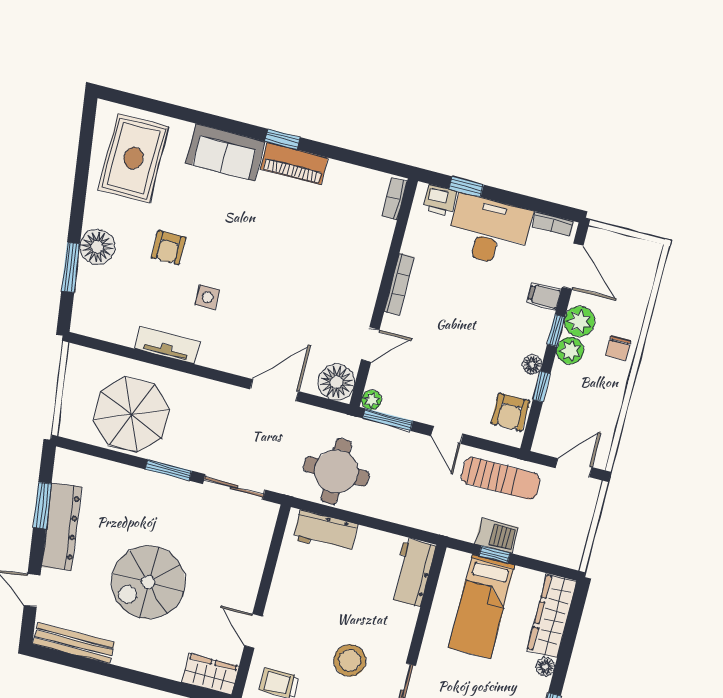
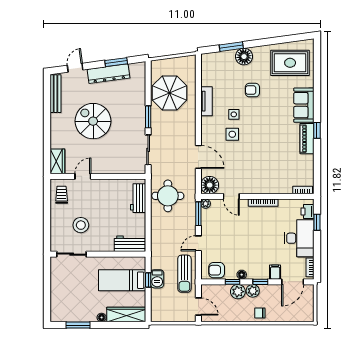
side table: (246, 311) -> (232, 134), added
plant: (579, 321) -> (238, 292), moved

